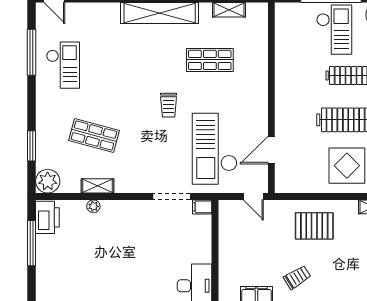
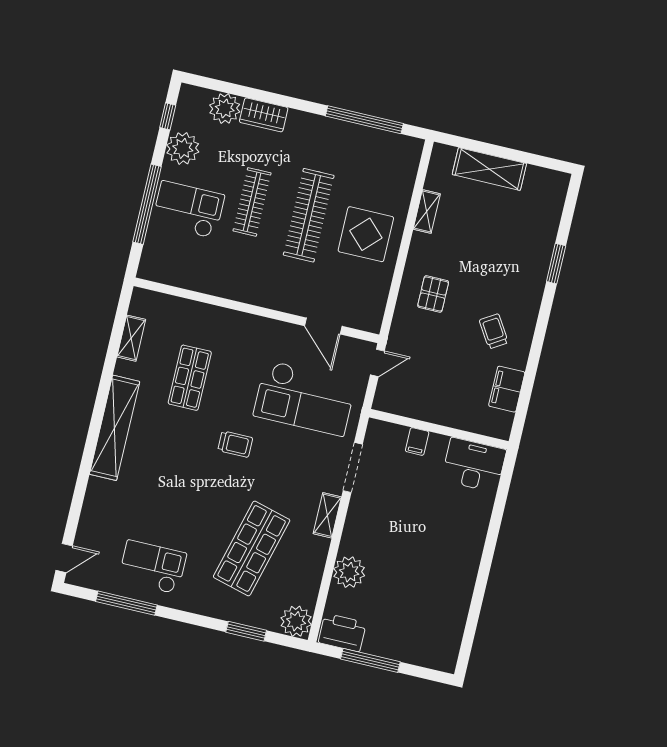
shop shelf: (94, 135) -> (252, 548), width x1.43, depth x1.36
shelving: (98, 186) -> (327, 515), moved
plant: (93, 206) -> (349, 572), width x1.87, depth x1.87
filing cabinet: (202, 207) -> (417, 441), moved
pallet: (314, 226) -> (433, 294), width x0.67, depth x0.71

